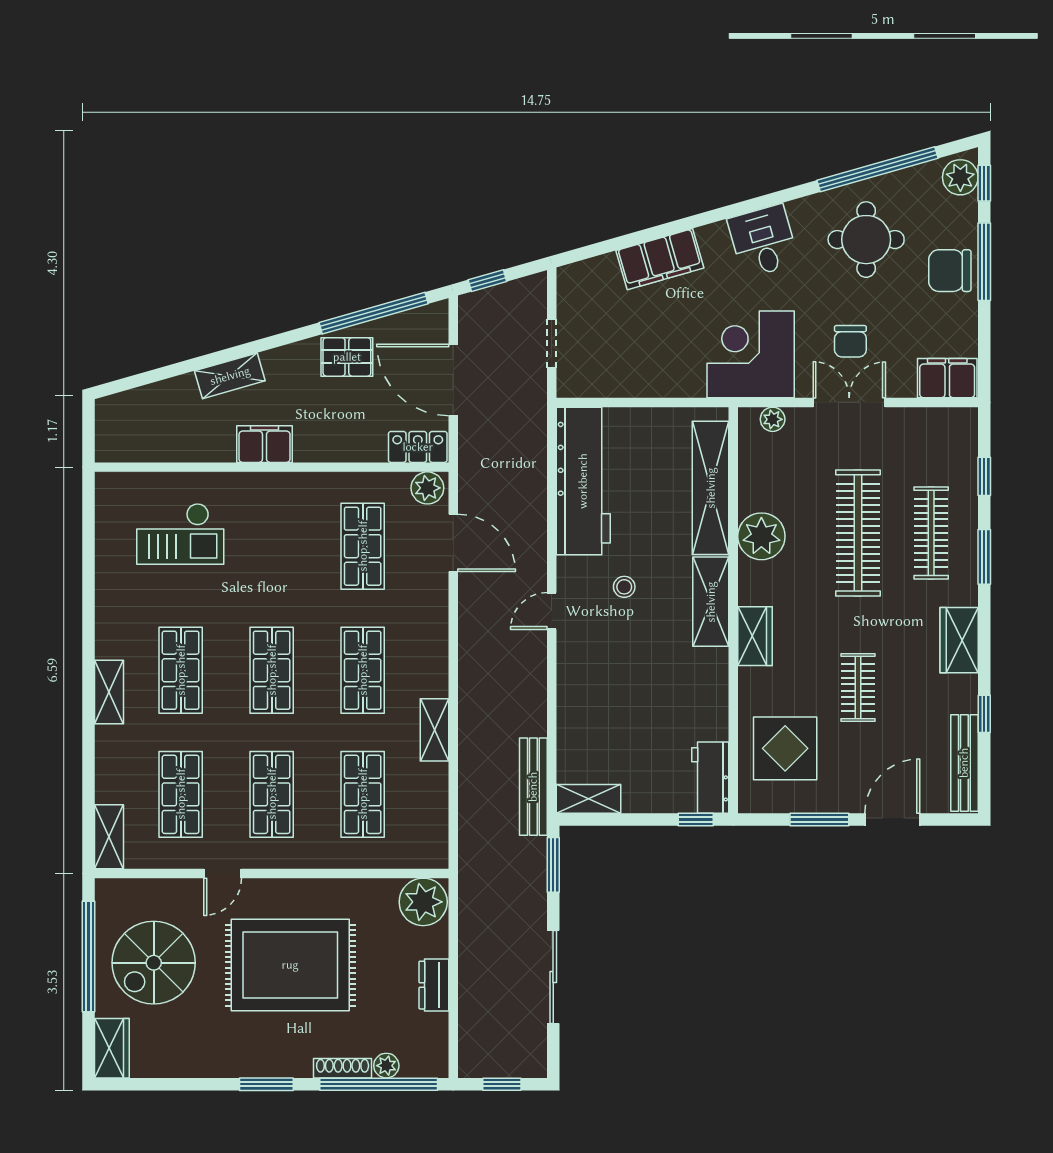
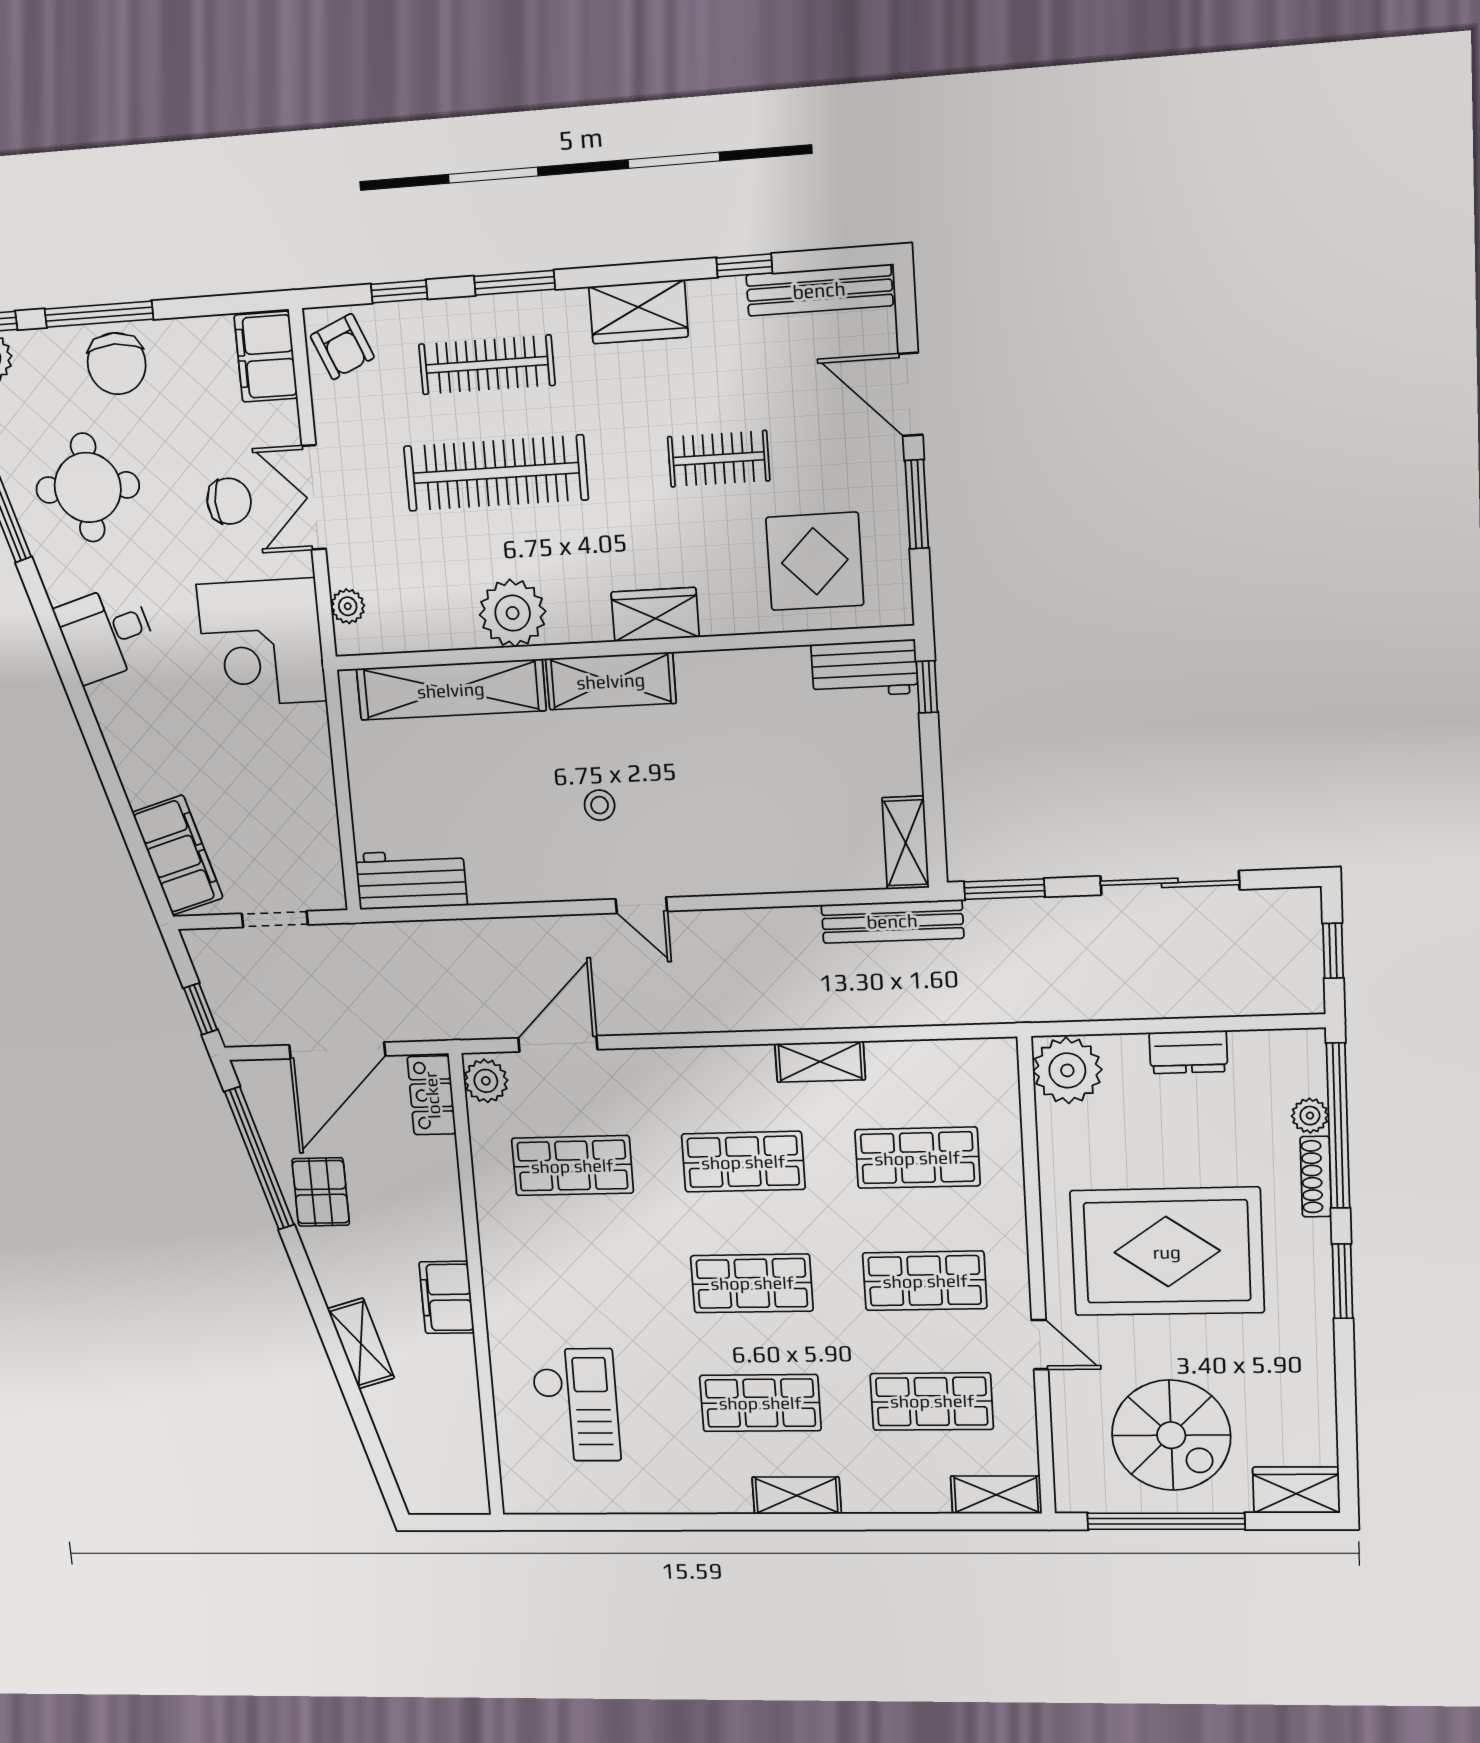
filing cabinet: (660, 259) -> (178, 855), moved
armchair: (950, 433) -> (342, 347), added
workbench: (583, 481) -> (411, 879), width x0.53, depth x0.76
rug: (290, 965) -> (1167, 1252), turned 90

